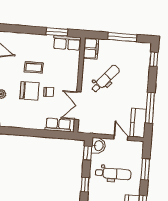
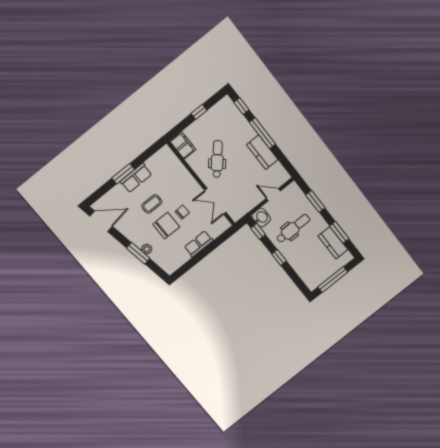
window: (57, 32) -> (123, 174), moved
window: (122, 37) -> (199, 112), width x0.46
row of seats: (67, 43) -> (136, 178), moved
window: (150, 108) -> (262, 133), moved
kitchen counter: (138, 123) -> (262, 152), moved
row of seats: (58, 125) -> (199, 244), moved

